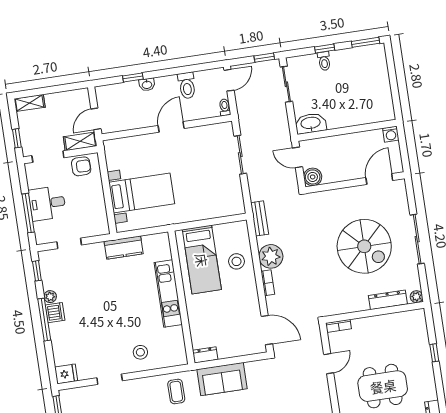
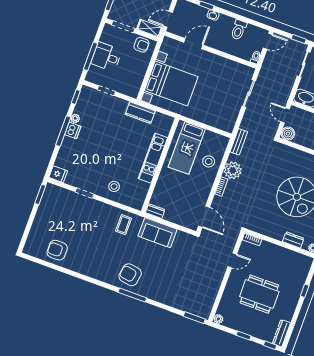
door: (171, 127) -> (193, 44), moved
bed with nightstands: (142, 193) -> (171, 84), width x1.36
dresser: (388, 300) -> (293, 240), width x0.70

